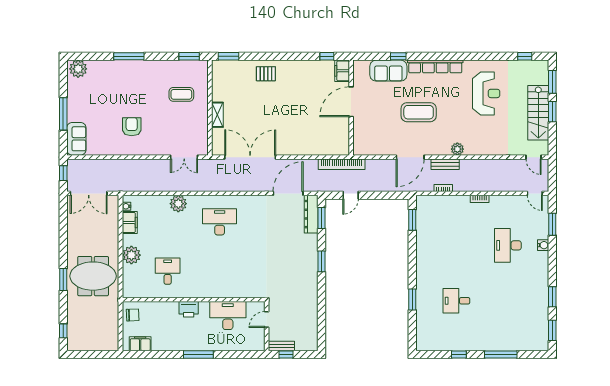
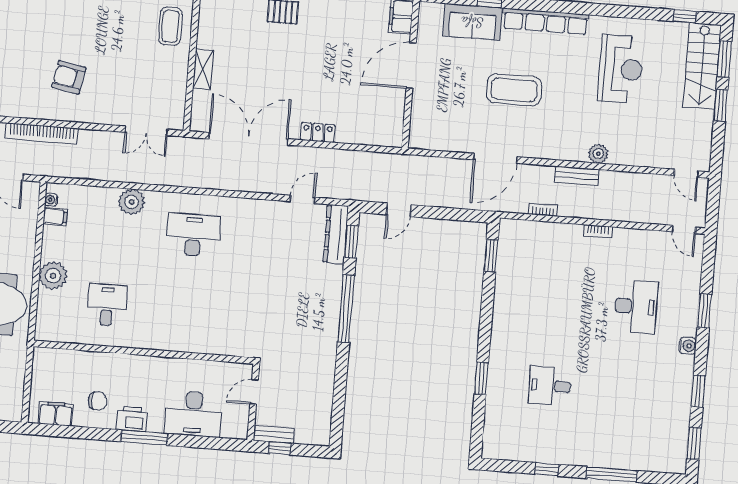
coffee table: (181, 94) -> (170, 26), moved, turned 90
stairs: (538, 113) -> (702, 66), moved
armchair: (132, 127) -> (69, 77), turned -79
plant: (457, 149) -> (598, 154), moved
locker: (294, 150) -> (318, 132), added
bookcase: (342, 164) -> (42, 134), moved
bench: (445, 164) -> (577, 176), moved
door: (288, 193) -> (303, 199), width x0.53
filing cabinet: (130, 222) -> (55, 217), width x0.50
window: (552, 224) -> (705, 311), moved
desk: (508, 245) -> (636, 307), turned 180
water cooler: (543, 245) -> (688, 346), moved
window: (322, 261) -> (346, 309), width x2.11
printer: (189, 309) -> (132, 419), moved, turned 180
chair: (133, 315) -> (98, 401), moved
desk: (228, 316) -> (193, 414), moved, turned 180

